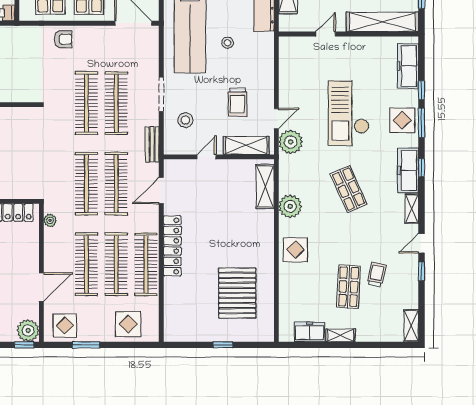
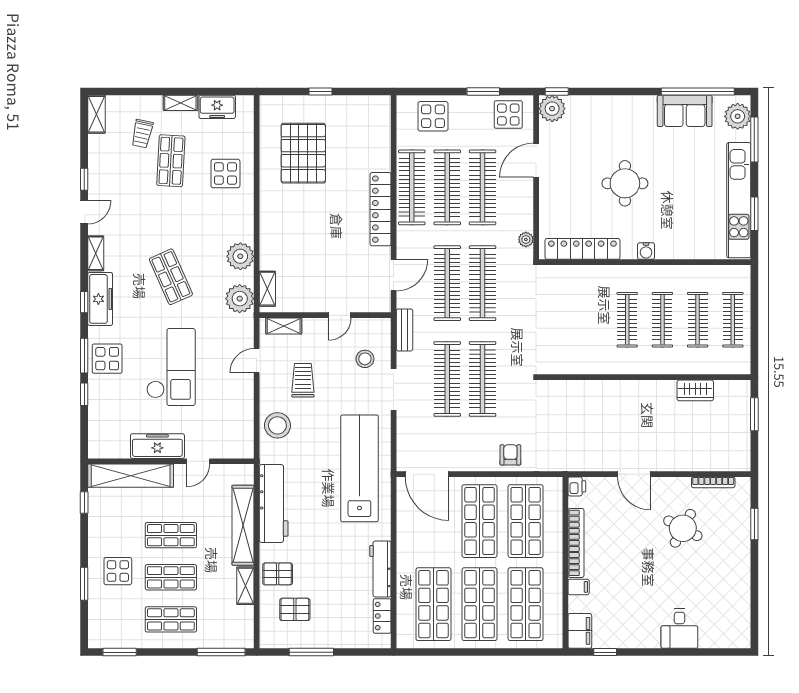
armchair: (63, 39) -> (510, 455), turned 90
stool: (228, 43) -> (277, 425), moved, width x1.89, depth x1.89
freezer: (408, 66) -> (157, 446), moved, turned -90
plant: (291, 142) -> (240, 299), moved
shelving: (246, 145) -> (284, 326), width x0.67, depth x0.75
shelving: (265, 186) -> (267, 289), width x0.67, depth x0.75
display table: (295, 250) -> (225, 173), moved
trolley: (377, 274) -> (142, 134), moved

